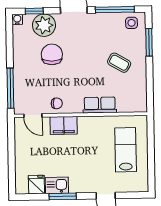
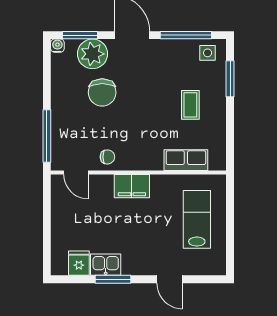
window: (34, 11) -> (80, 35), width x1.50
chair: (52, 54) -> (102, 92), turned 180
coffee table: (119, 63) -> (190, 105), turned 60
row of seats: (100, 105) -> (186, 160), moved
filing cabinet: (64, 125) -> (132, 186), moved

